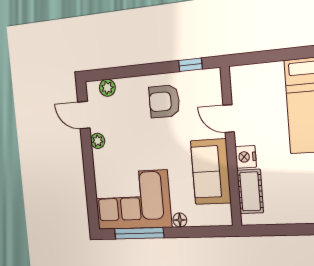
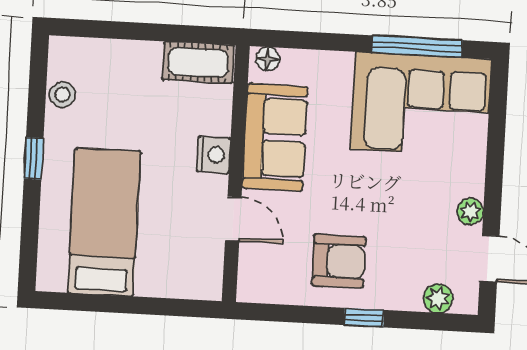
window: (190, 65) -> (364, 318), moved
cot: (250, 191) -> (198, 62), moved, turned 90
floor lamp: (180, 220) -> (268, 59), moved

